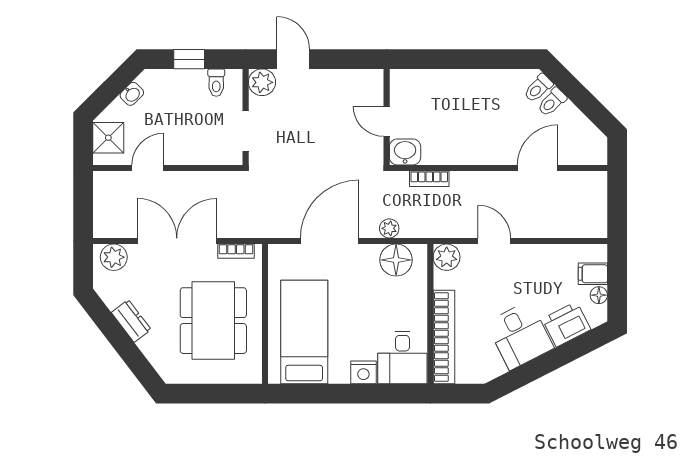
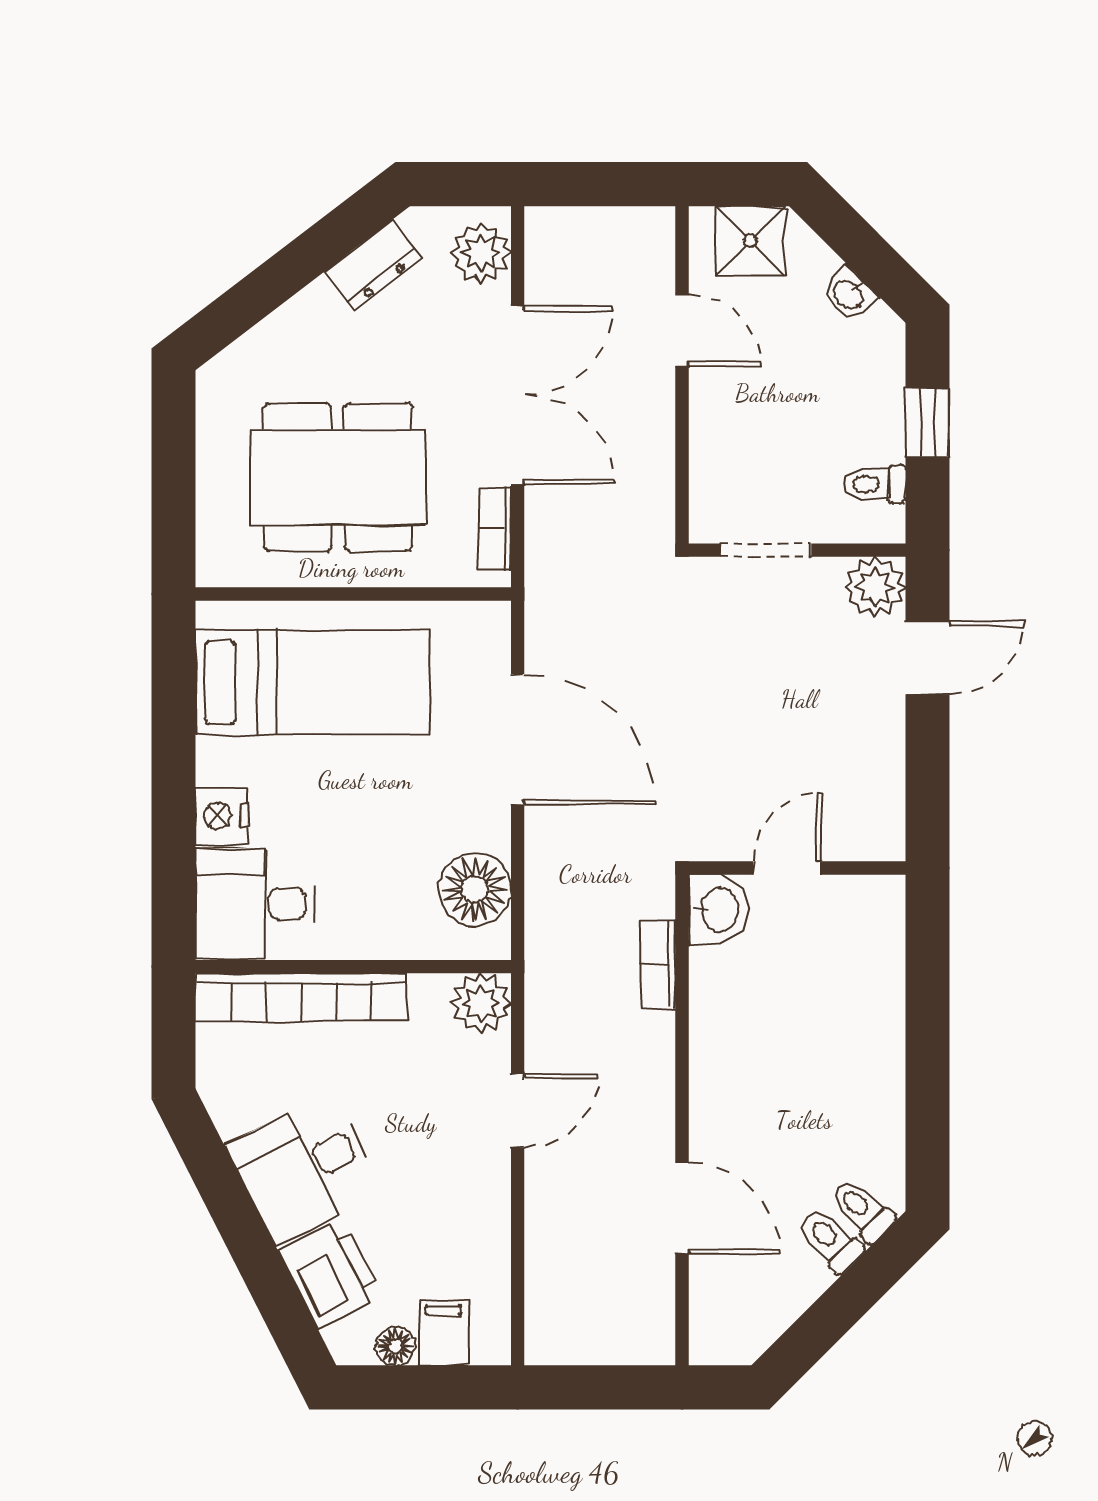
plant: (389, 228) -> (546, 874), removed
dresser: (131, 321) -> (373, 265), moved

